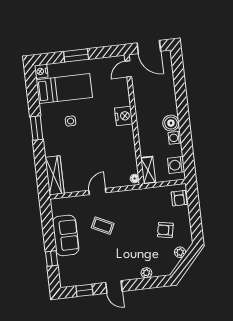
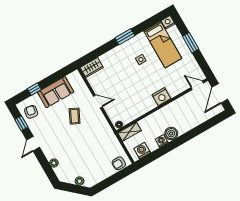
wardrobe: (55, 175) -> (92, 68), width x0.67
armchair: (165, 230) -> (31, 112), moved

